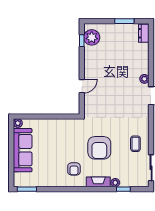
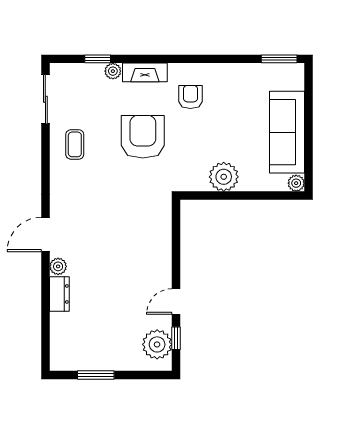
dresser: (144, 33) -> (59, 294), moved
door: (82, 86) -> (176, 302), moved
plant: (56, 126) -> (224, 177), added

